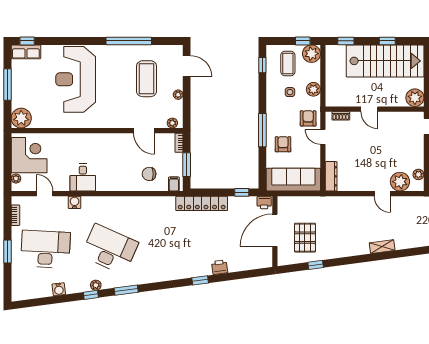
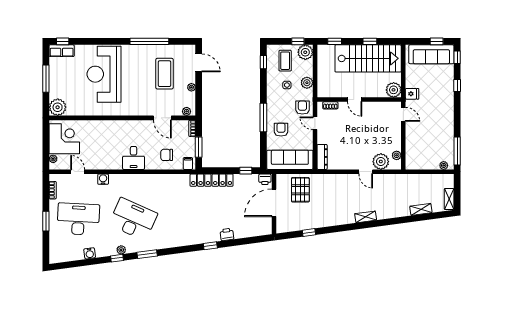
desk: (83, 177) -> (134, 158), moved
pallet: (305, 238) -> (300, 190), moved

